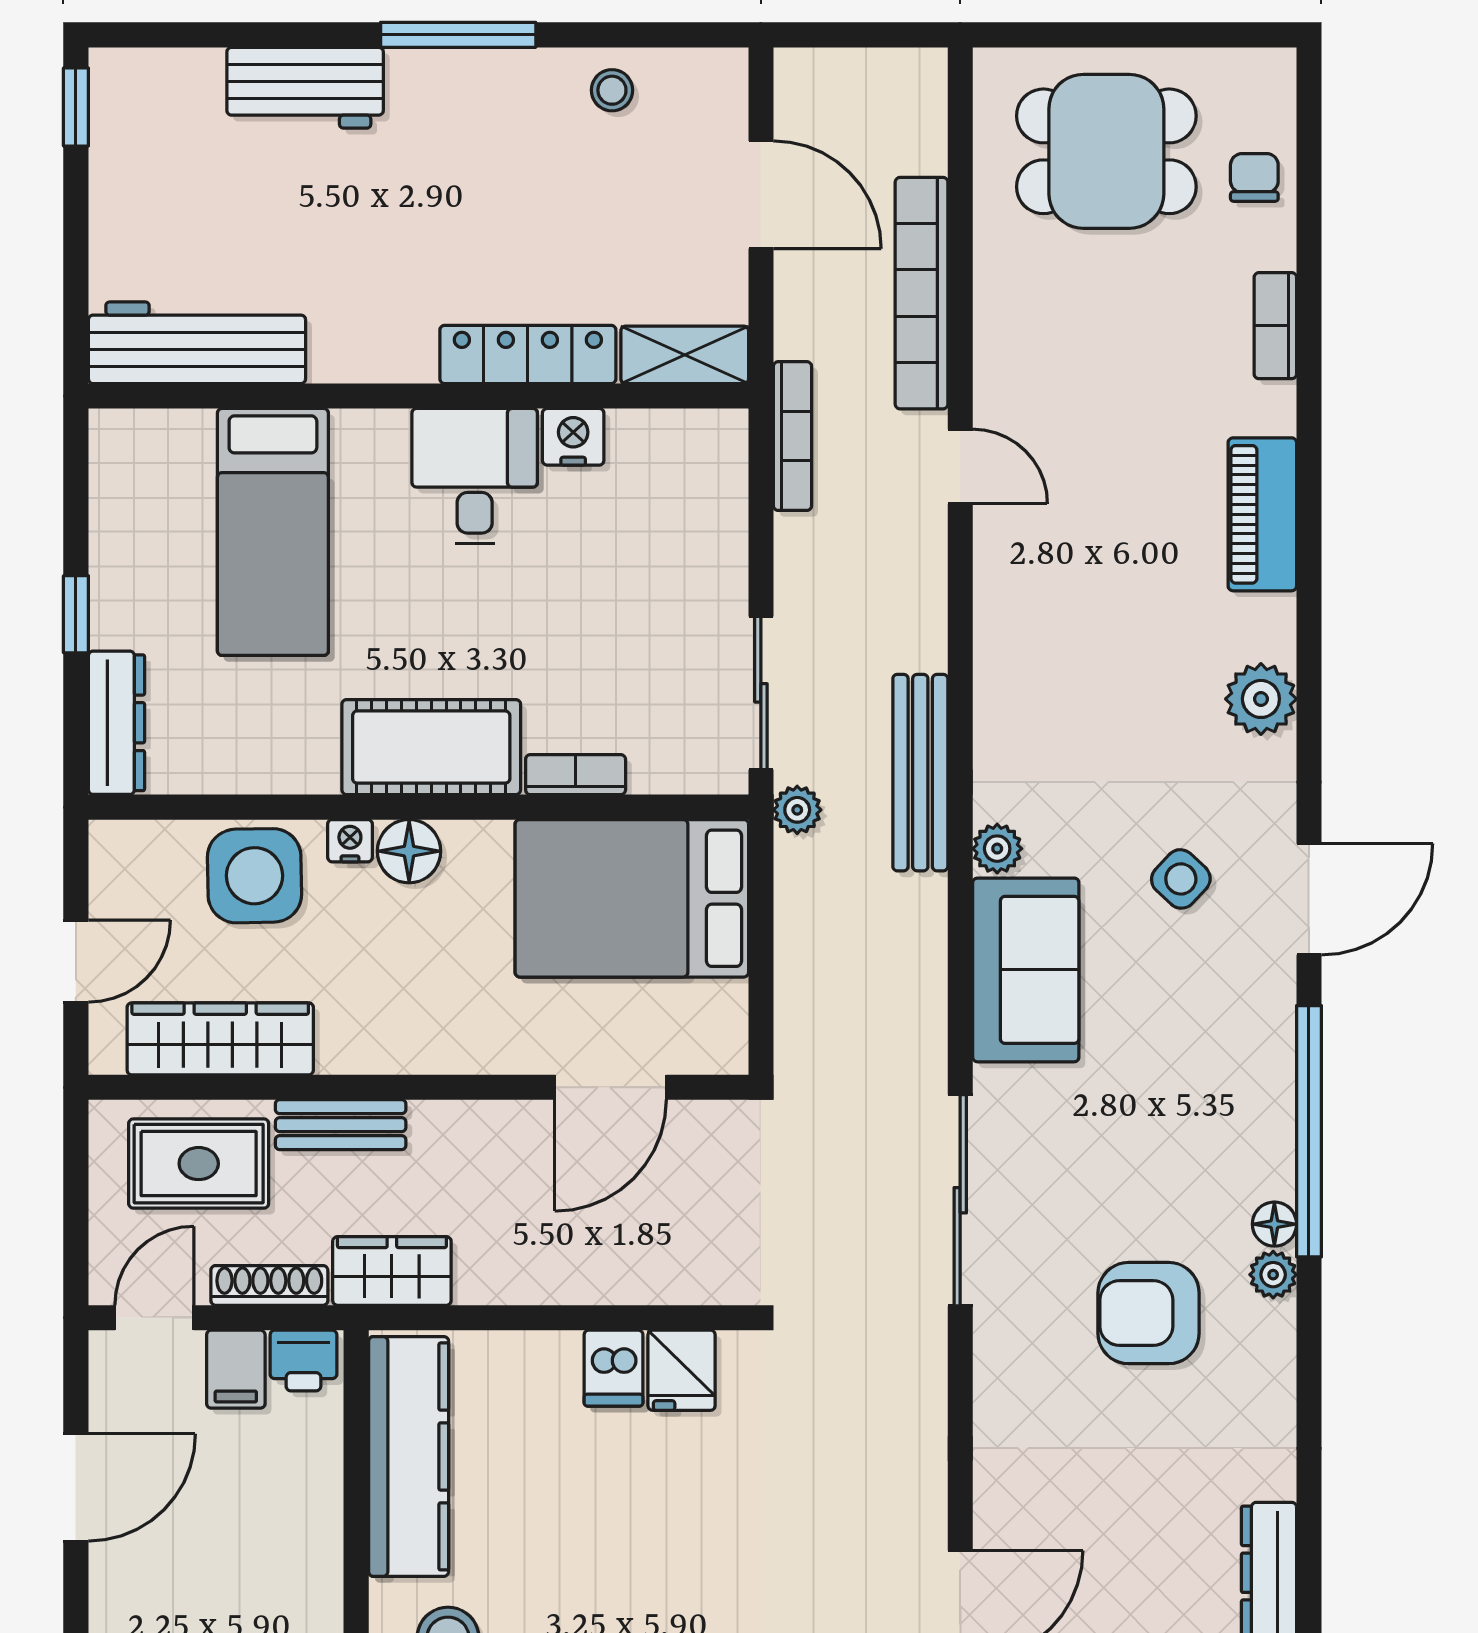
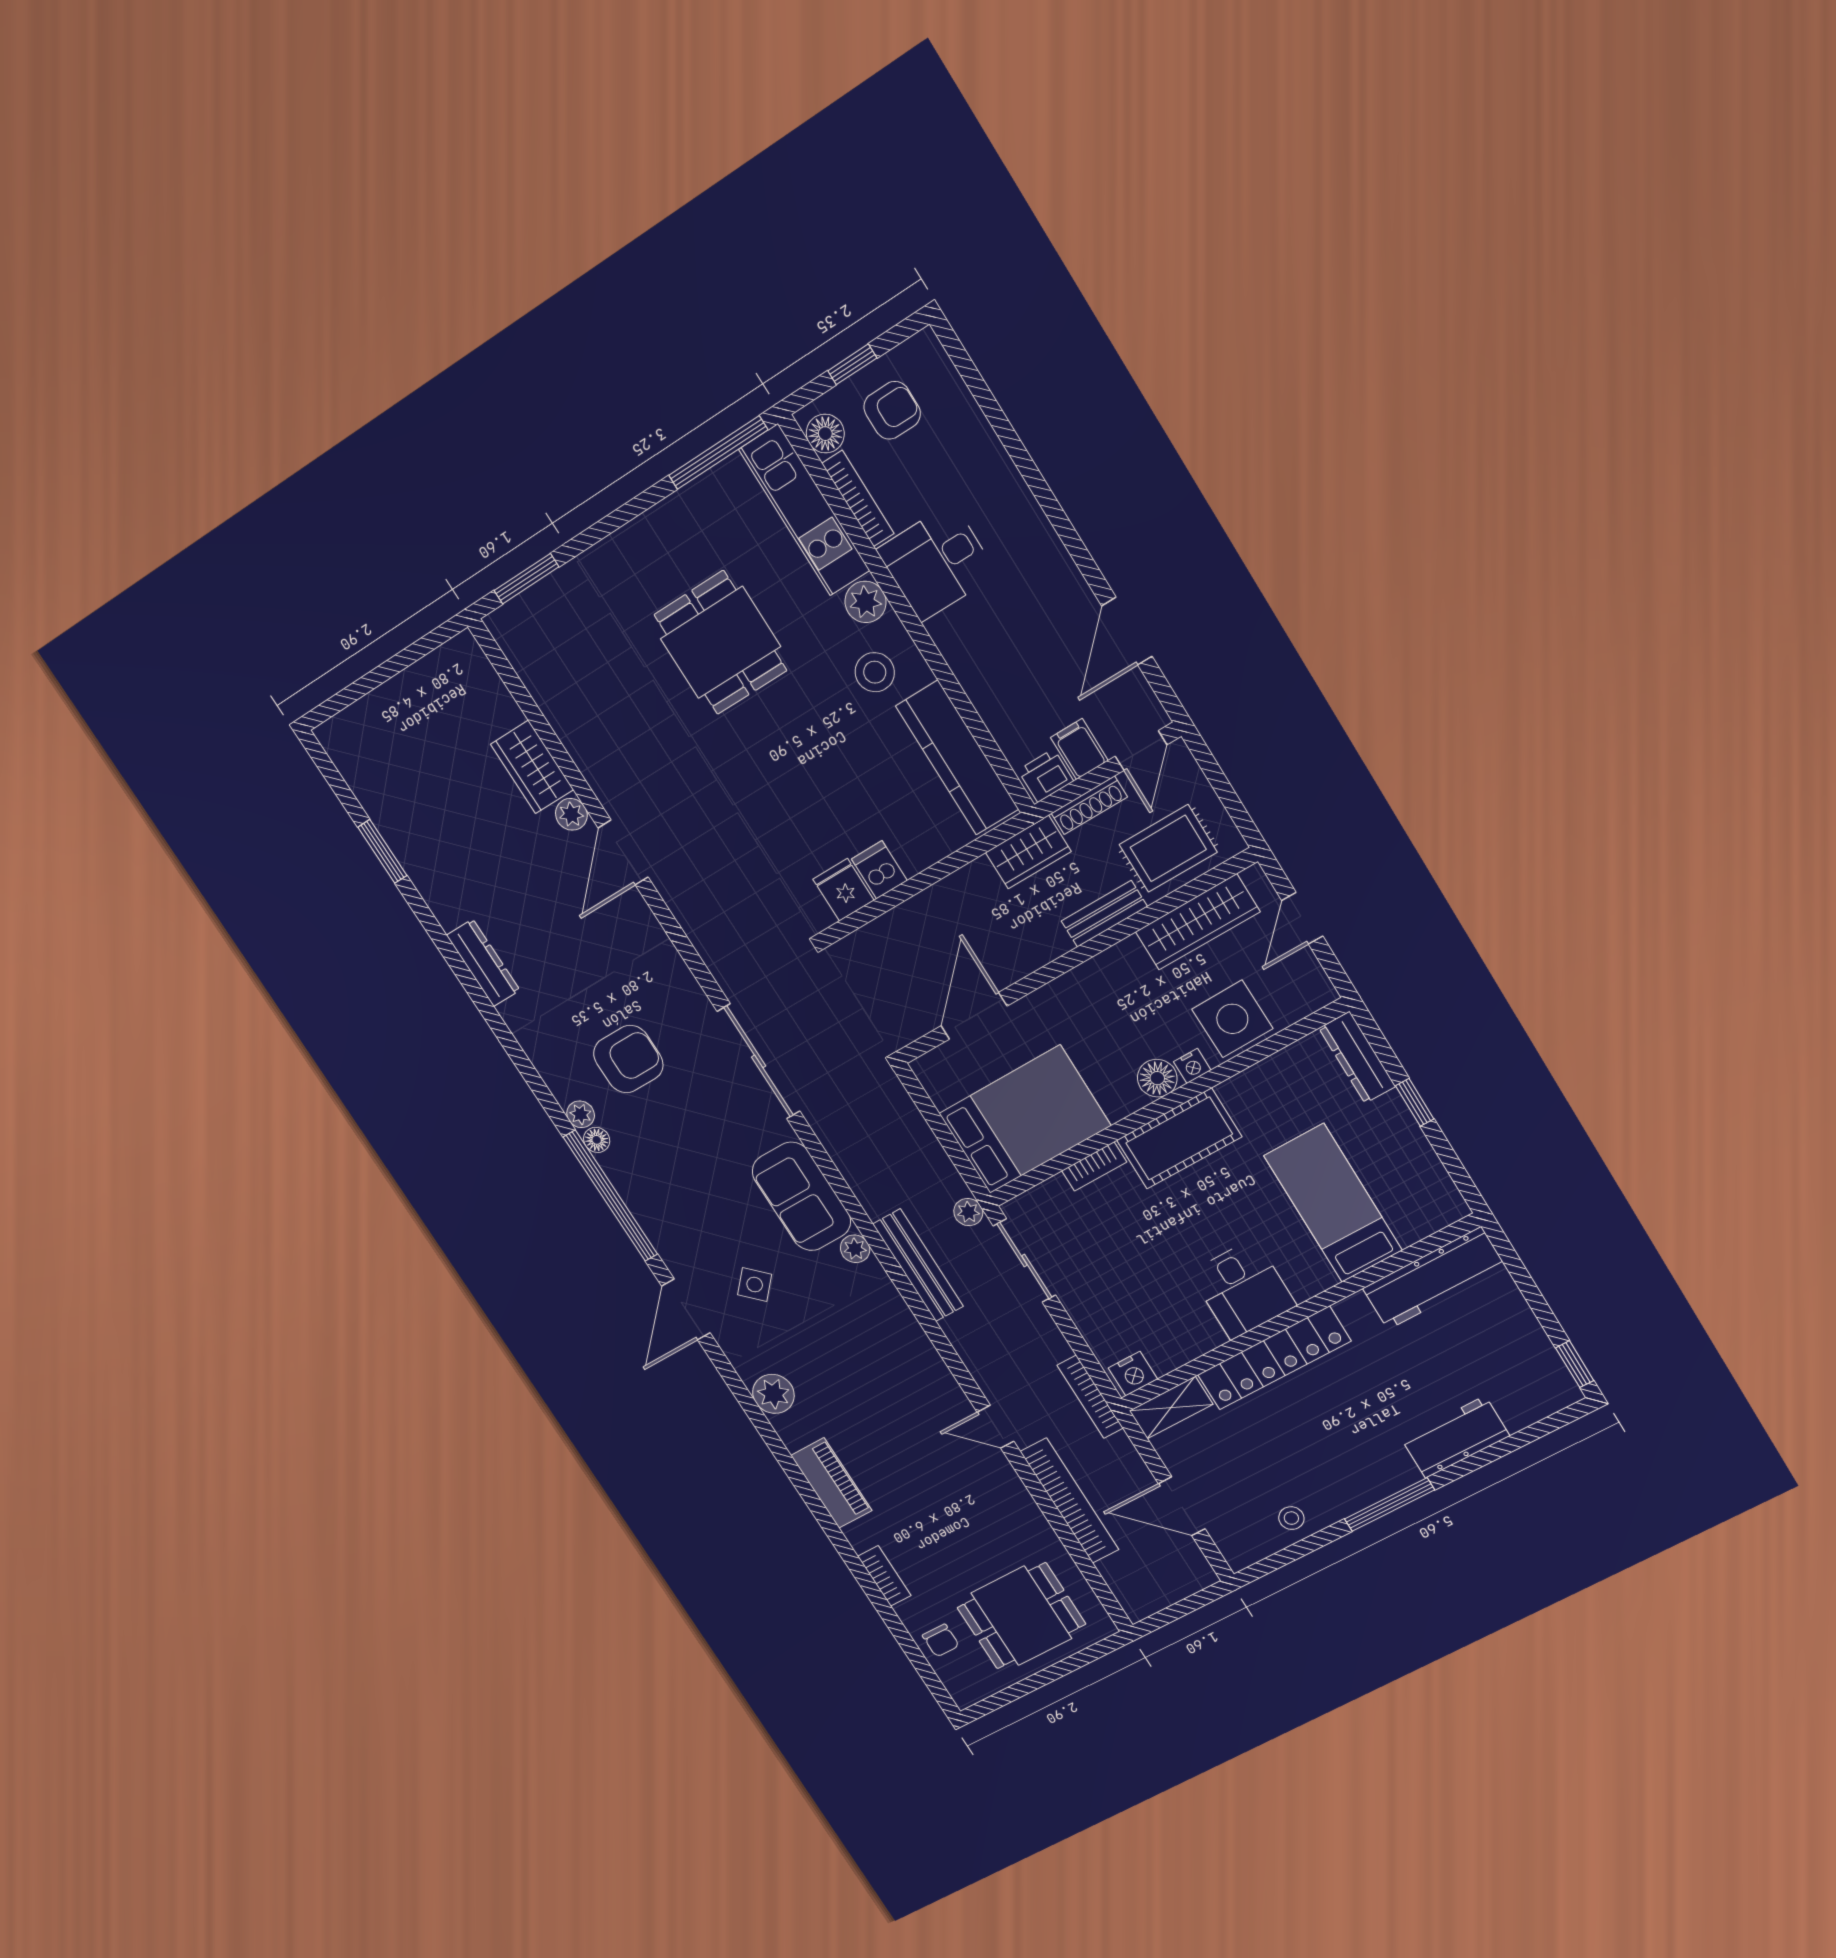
locker: (528, 354) -> (1274, 1358), width x1.41, depth x1.21
nightstand: (573, 437) -> (1133, 1374), moved

